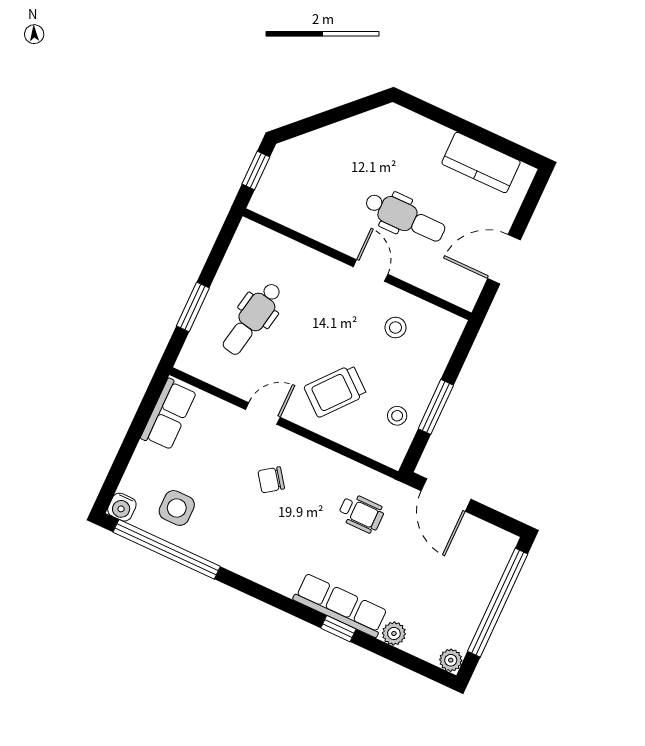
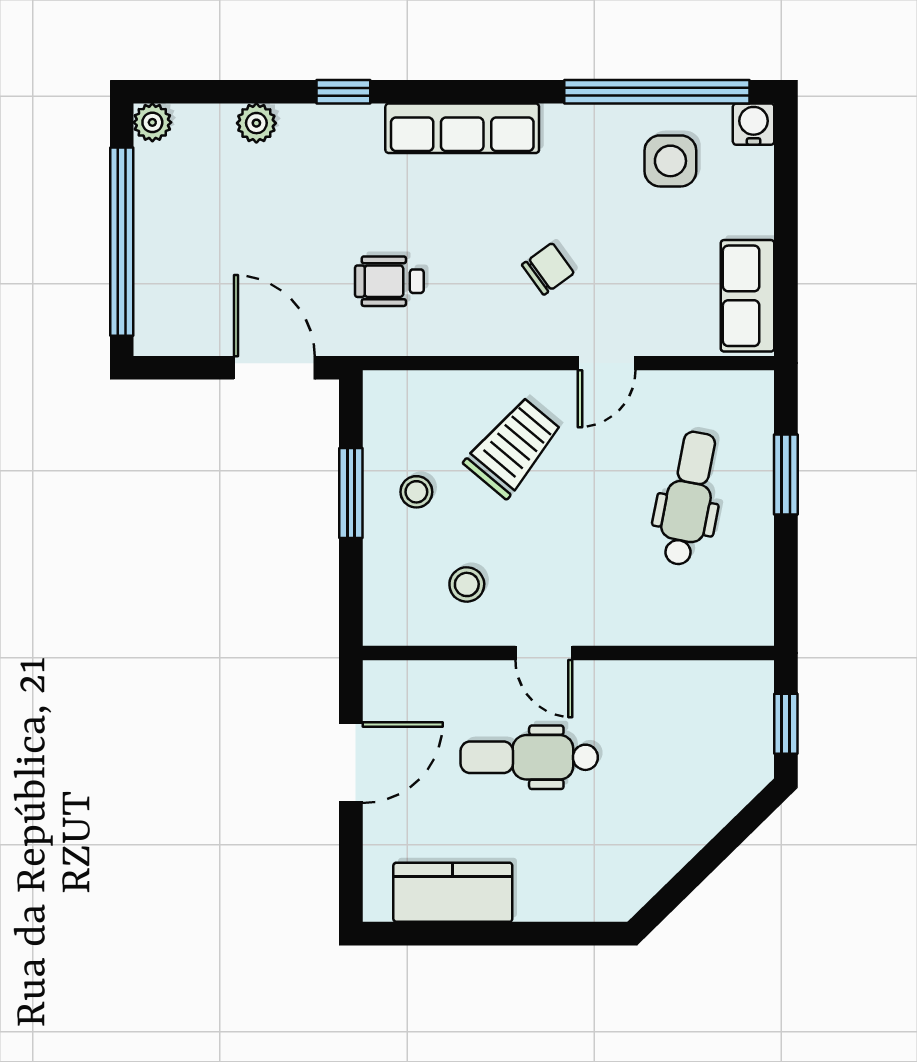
stool: (397, 416) -> (416, 492), moved
row of seats: (340, 605) -> (462, 128), moved

